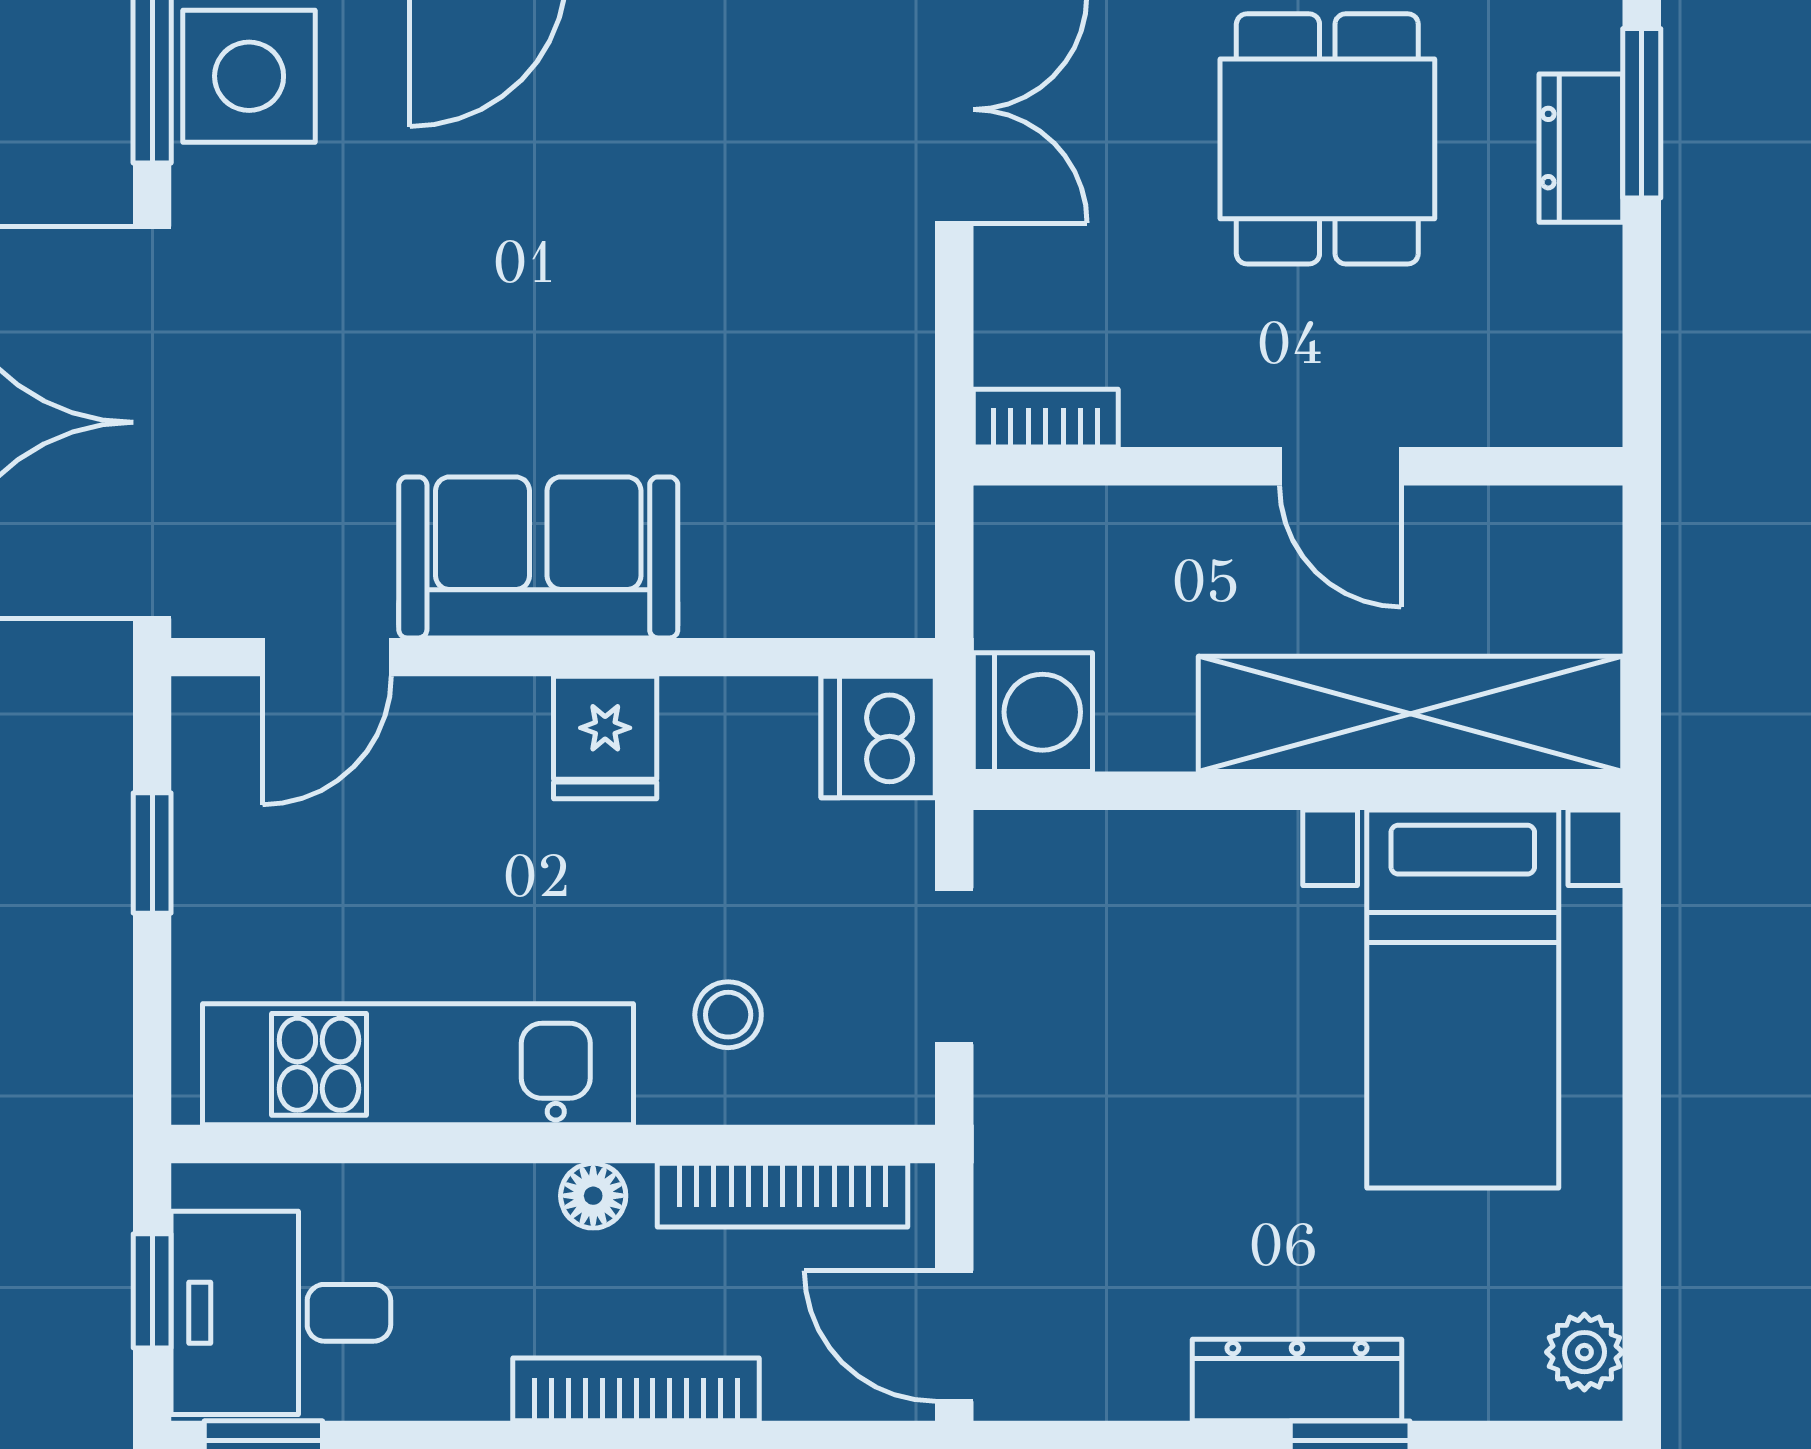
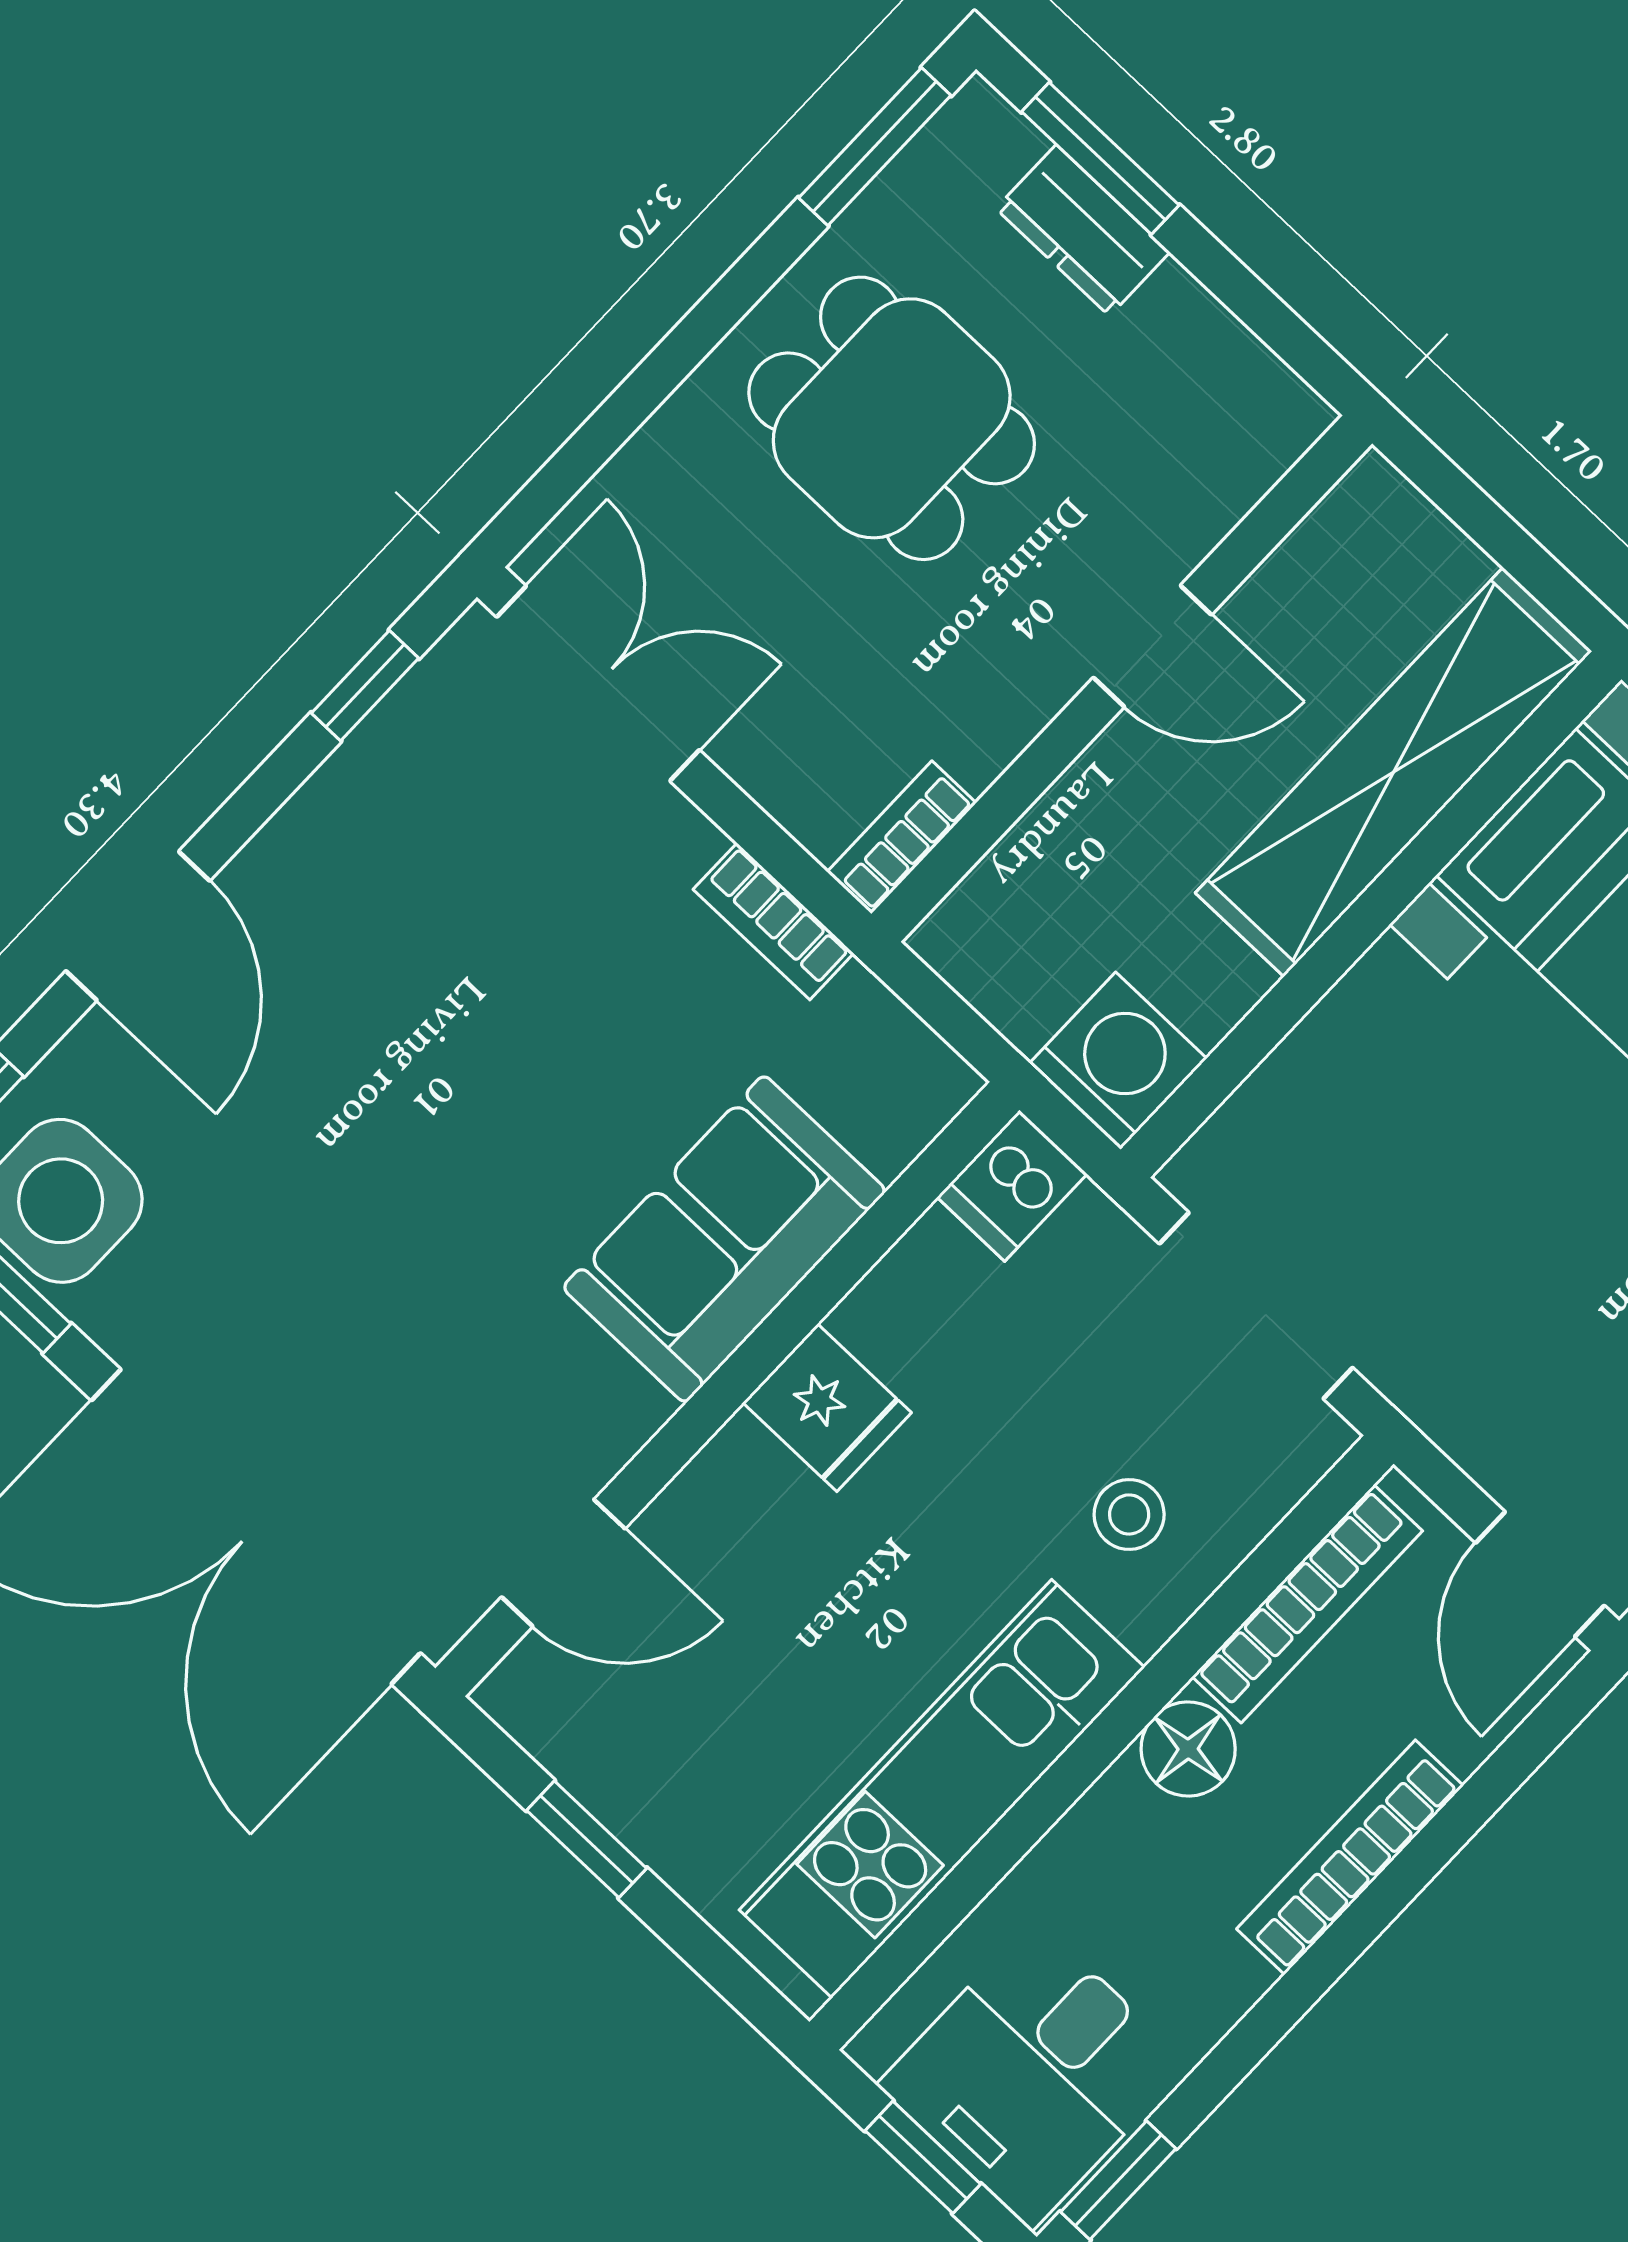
bookcase: (905, 385) -> (773, 921), added
sofa: (538, 557) -> (724, 1239), moved
door: (327, 657) -> (563, 1563), hinge flipped
dishwasher: (878, 737) -> (1012, 1186), width x0.73
doorway: (954, 966) -> (1256, 1306), width x1.38
floor lamp: (593, 1196) -> (1188, 1749), width x1.37, depth x1.37
door: (954, 1336) -> (1540, 1574), hinge flipped

